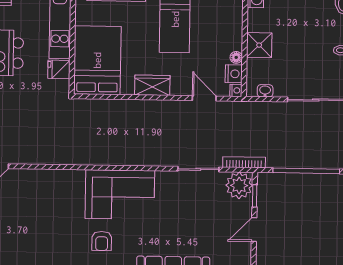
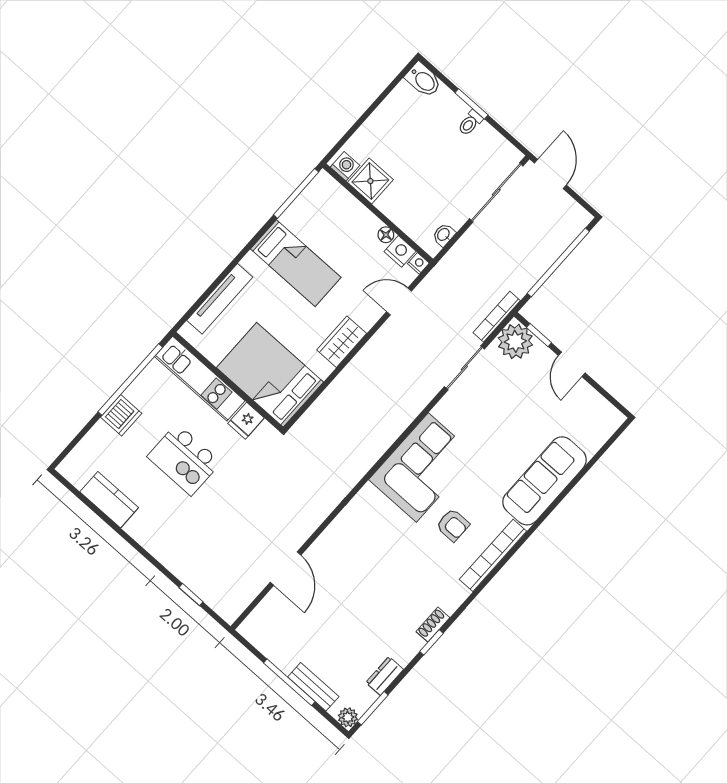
shower: (259, 45) -> (370, 181), moved

